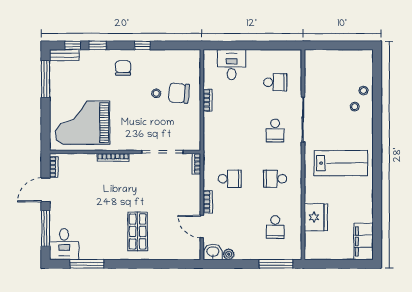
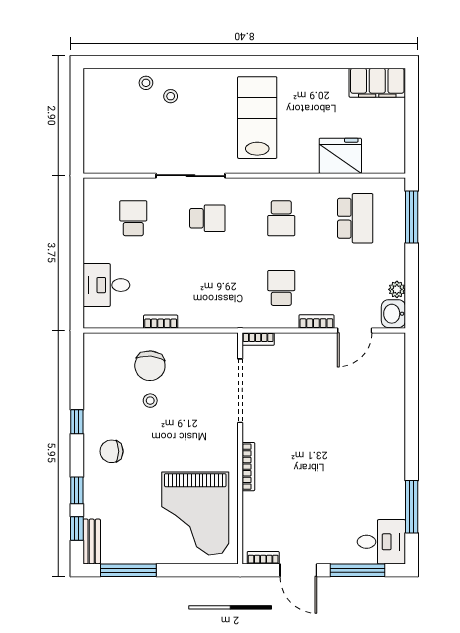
school desk: (275, 227) -> (355, 218), width x1.85
shop shelf: (138, 231) -> (362, 429), removed

